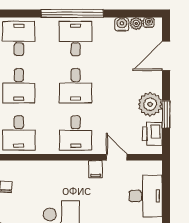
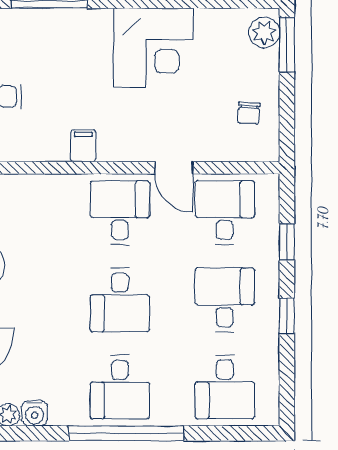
desk: (76, 86) -> (120, 300), turned 180
door: (117, 157) -> (174, 168), moved

